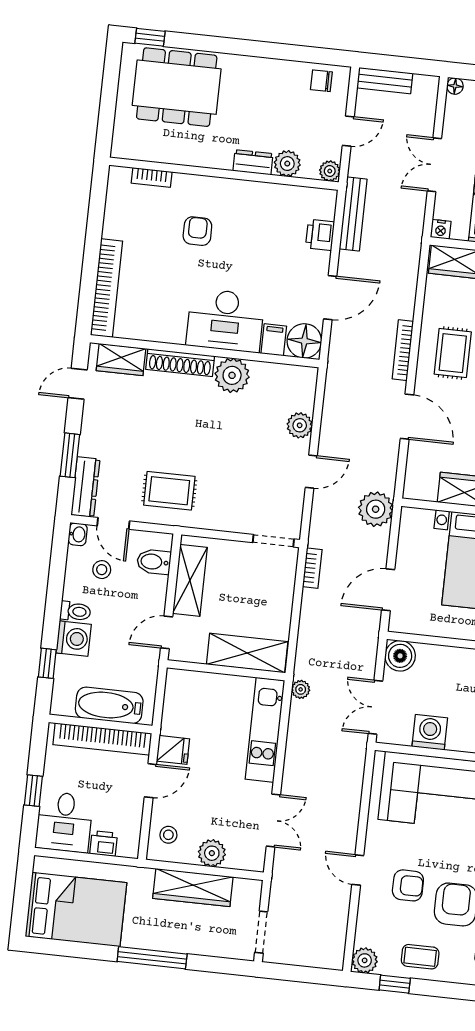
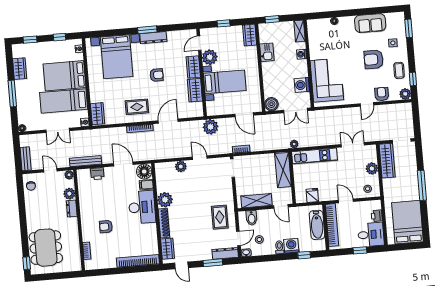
fridge: (173, 750) -> (312, 195), moved
armchair: (408, 885) -> (382, 94), moved
wardrobe: (193, 888) -> (387, 161), moved

